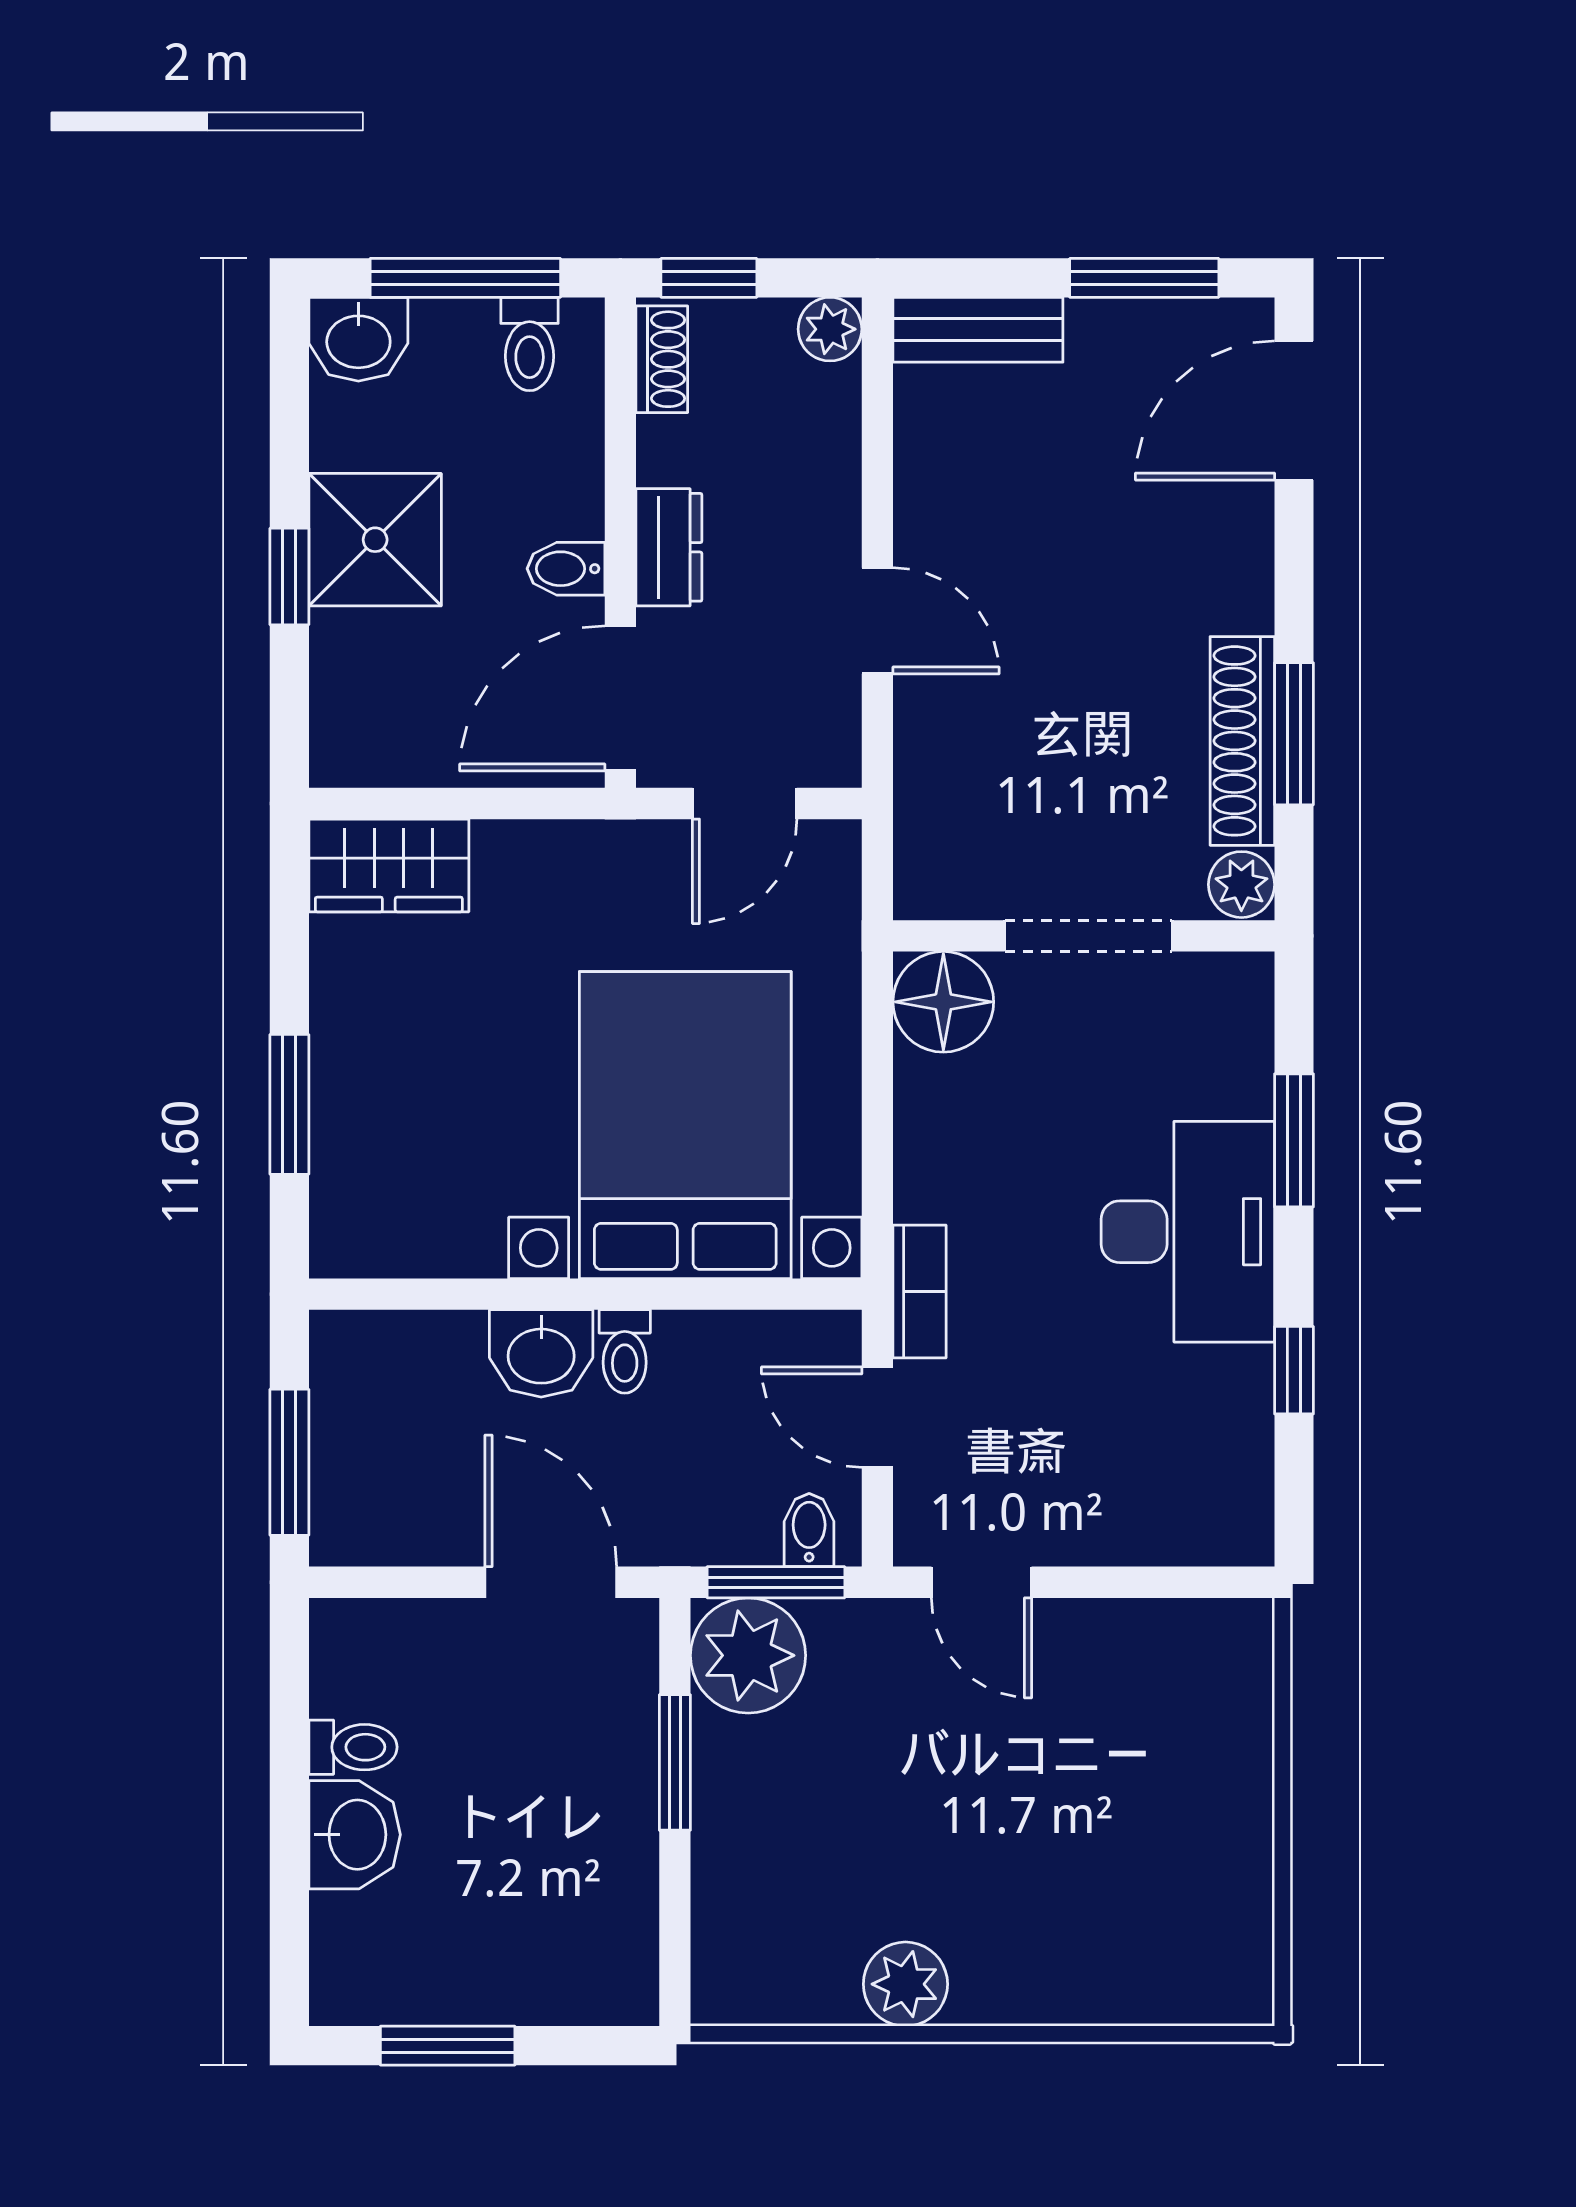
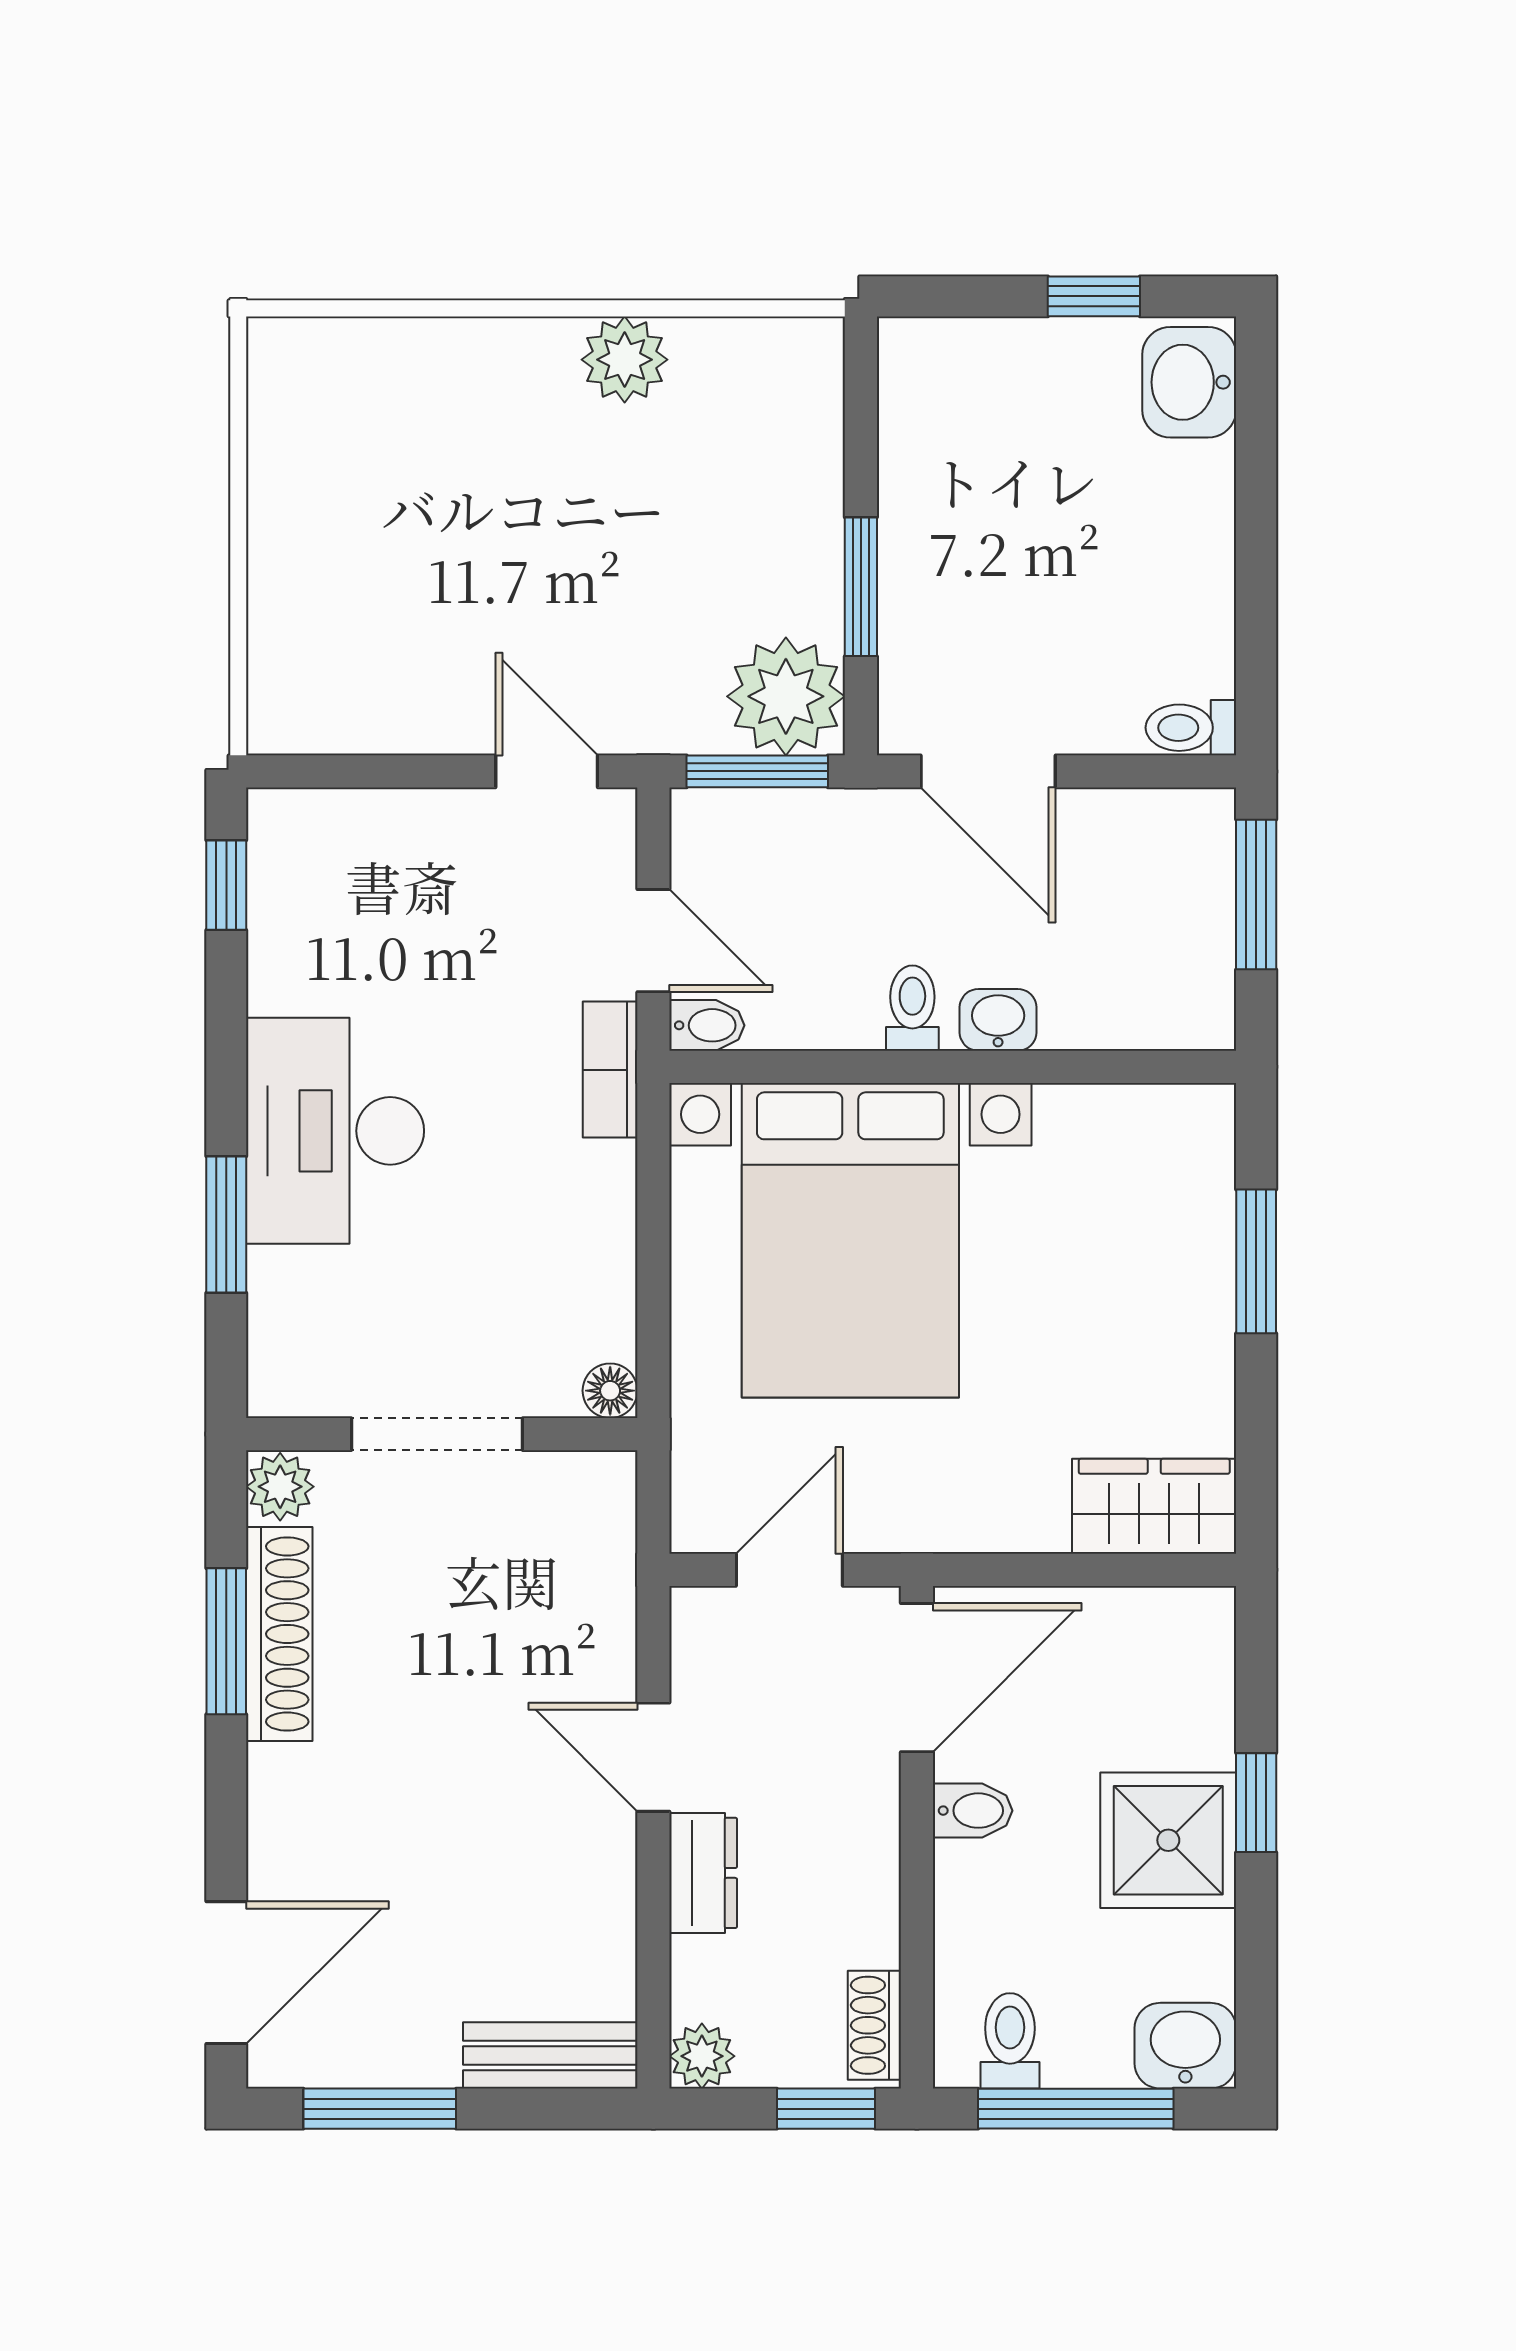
dresser: (669, 547) -> (703, 1873), moved, turned 180
floor lamp: (943, 1002) -> (610, 1391), width x0.53, depth x0.53
washbasin: (541, 1353) -> (998, 1020), width x0.72, depth x0.69
window: (1294, 1370) -> (226, 885), moved
bidet: (809, 1530) -> (707, 1025), moved, turned -90
toilet: (353, 1747) -> (1191, 728), moved
washbasin: (355, 1835) -> (1189, 382), moved
window: (448, 2046) -> (1094, 296), width x0.67

